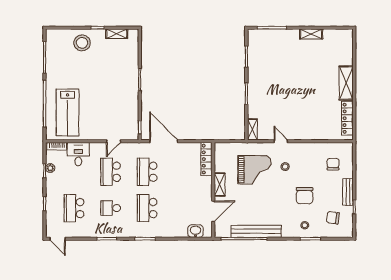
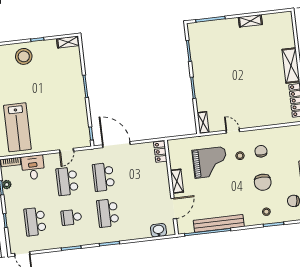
shelving: (117, 34) -> (68, 42), moved
locker: (206, 159) -> (160, 152), width x0.66
chair: (333, 164) -> (261, 151), moved

